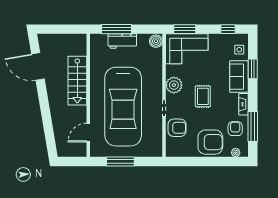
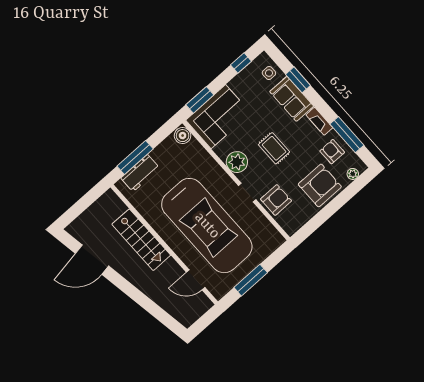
workbench: (122, 41) -> (140, 173), moved
door: (88, 133) -> (196, 280), hinge flipped

